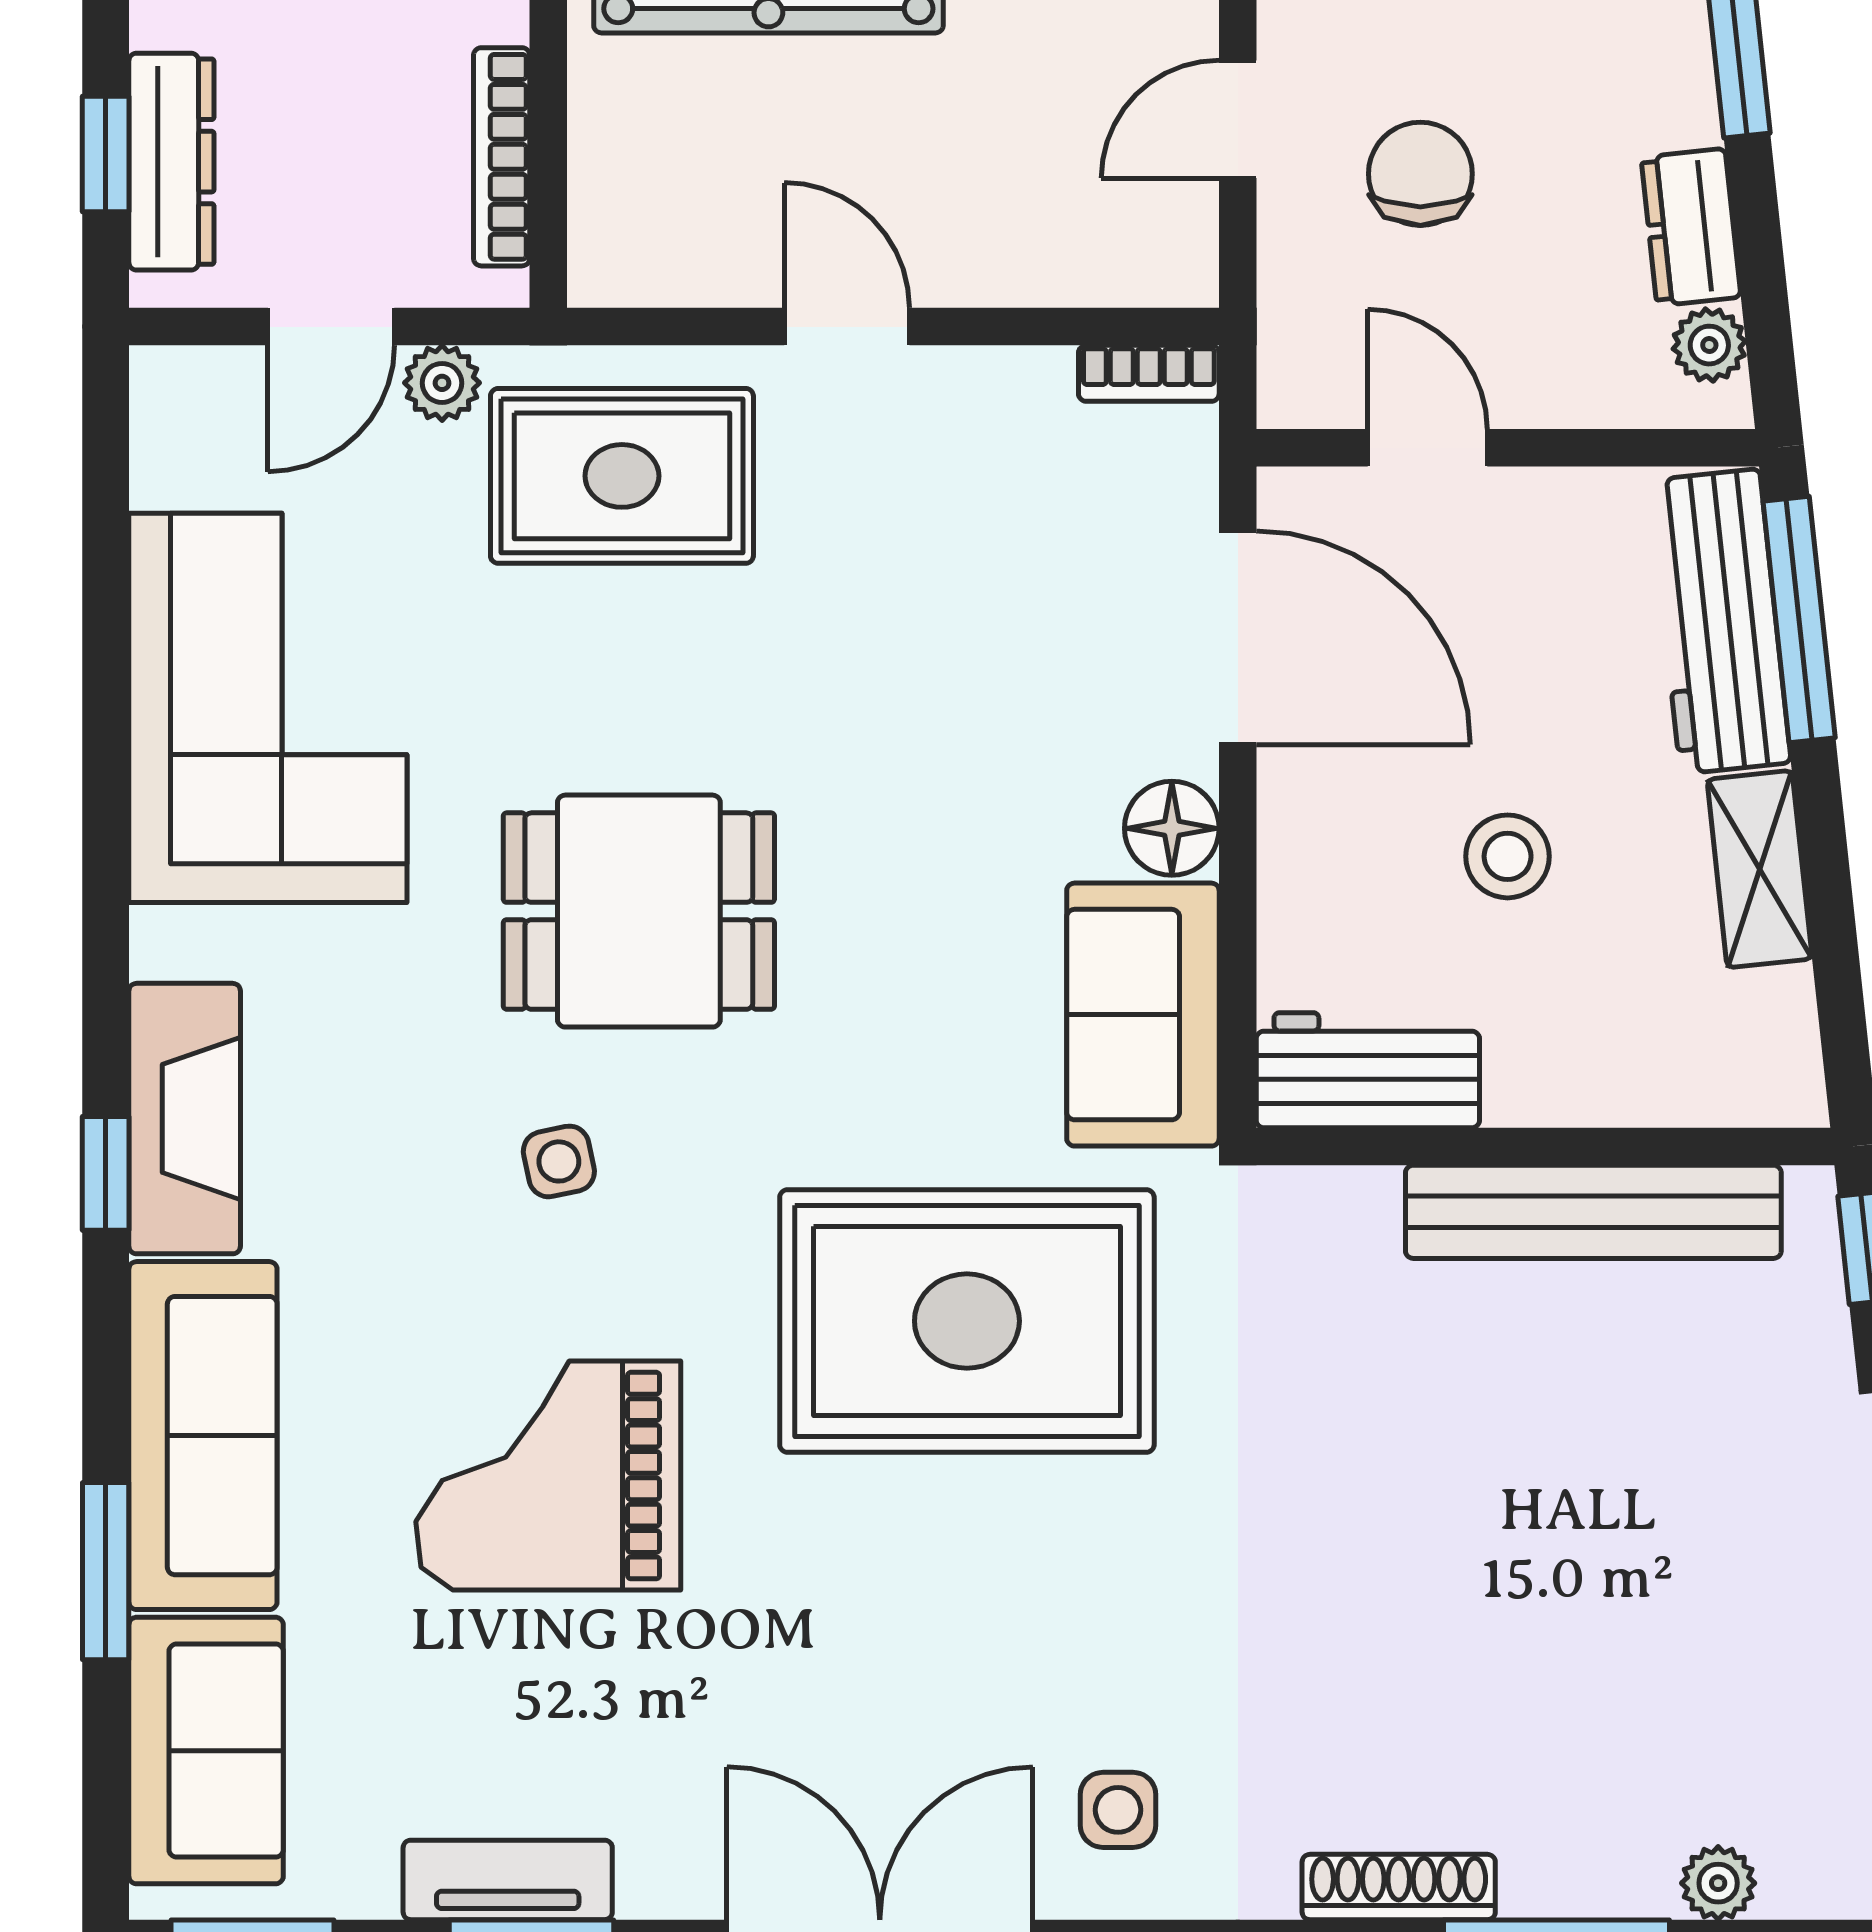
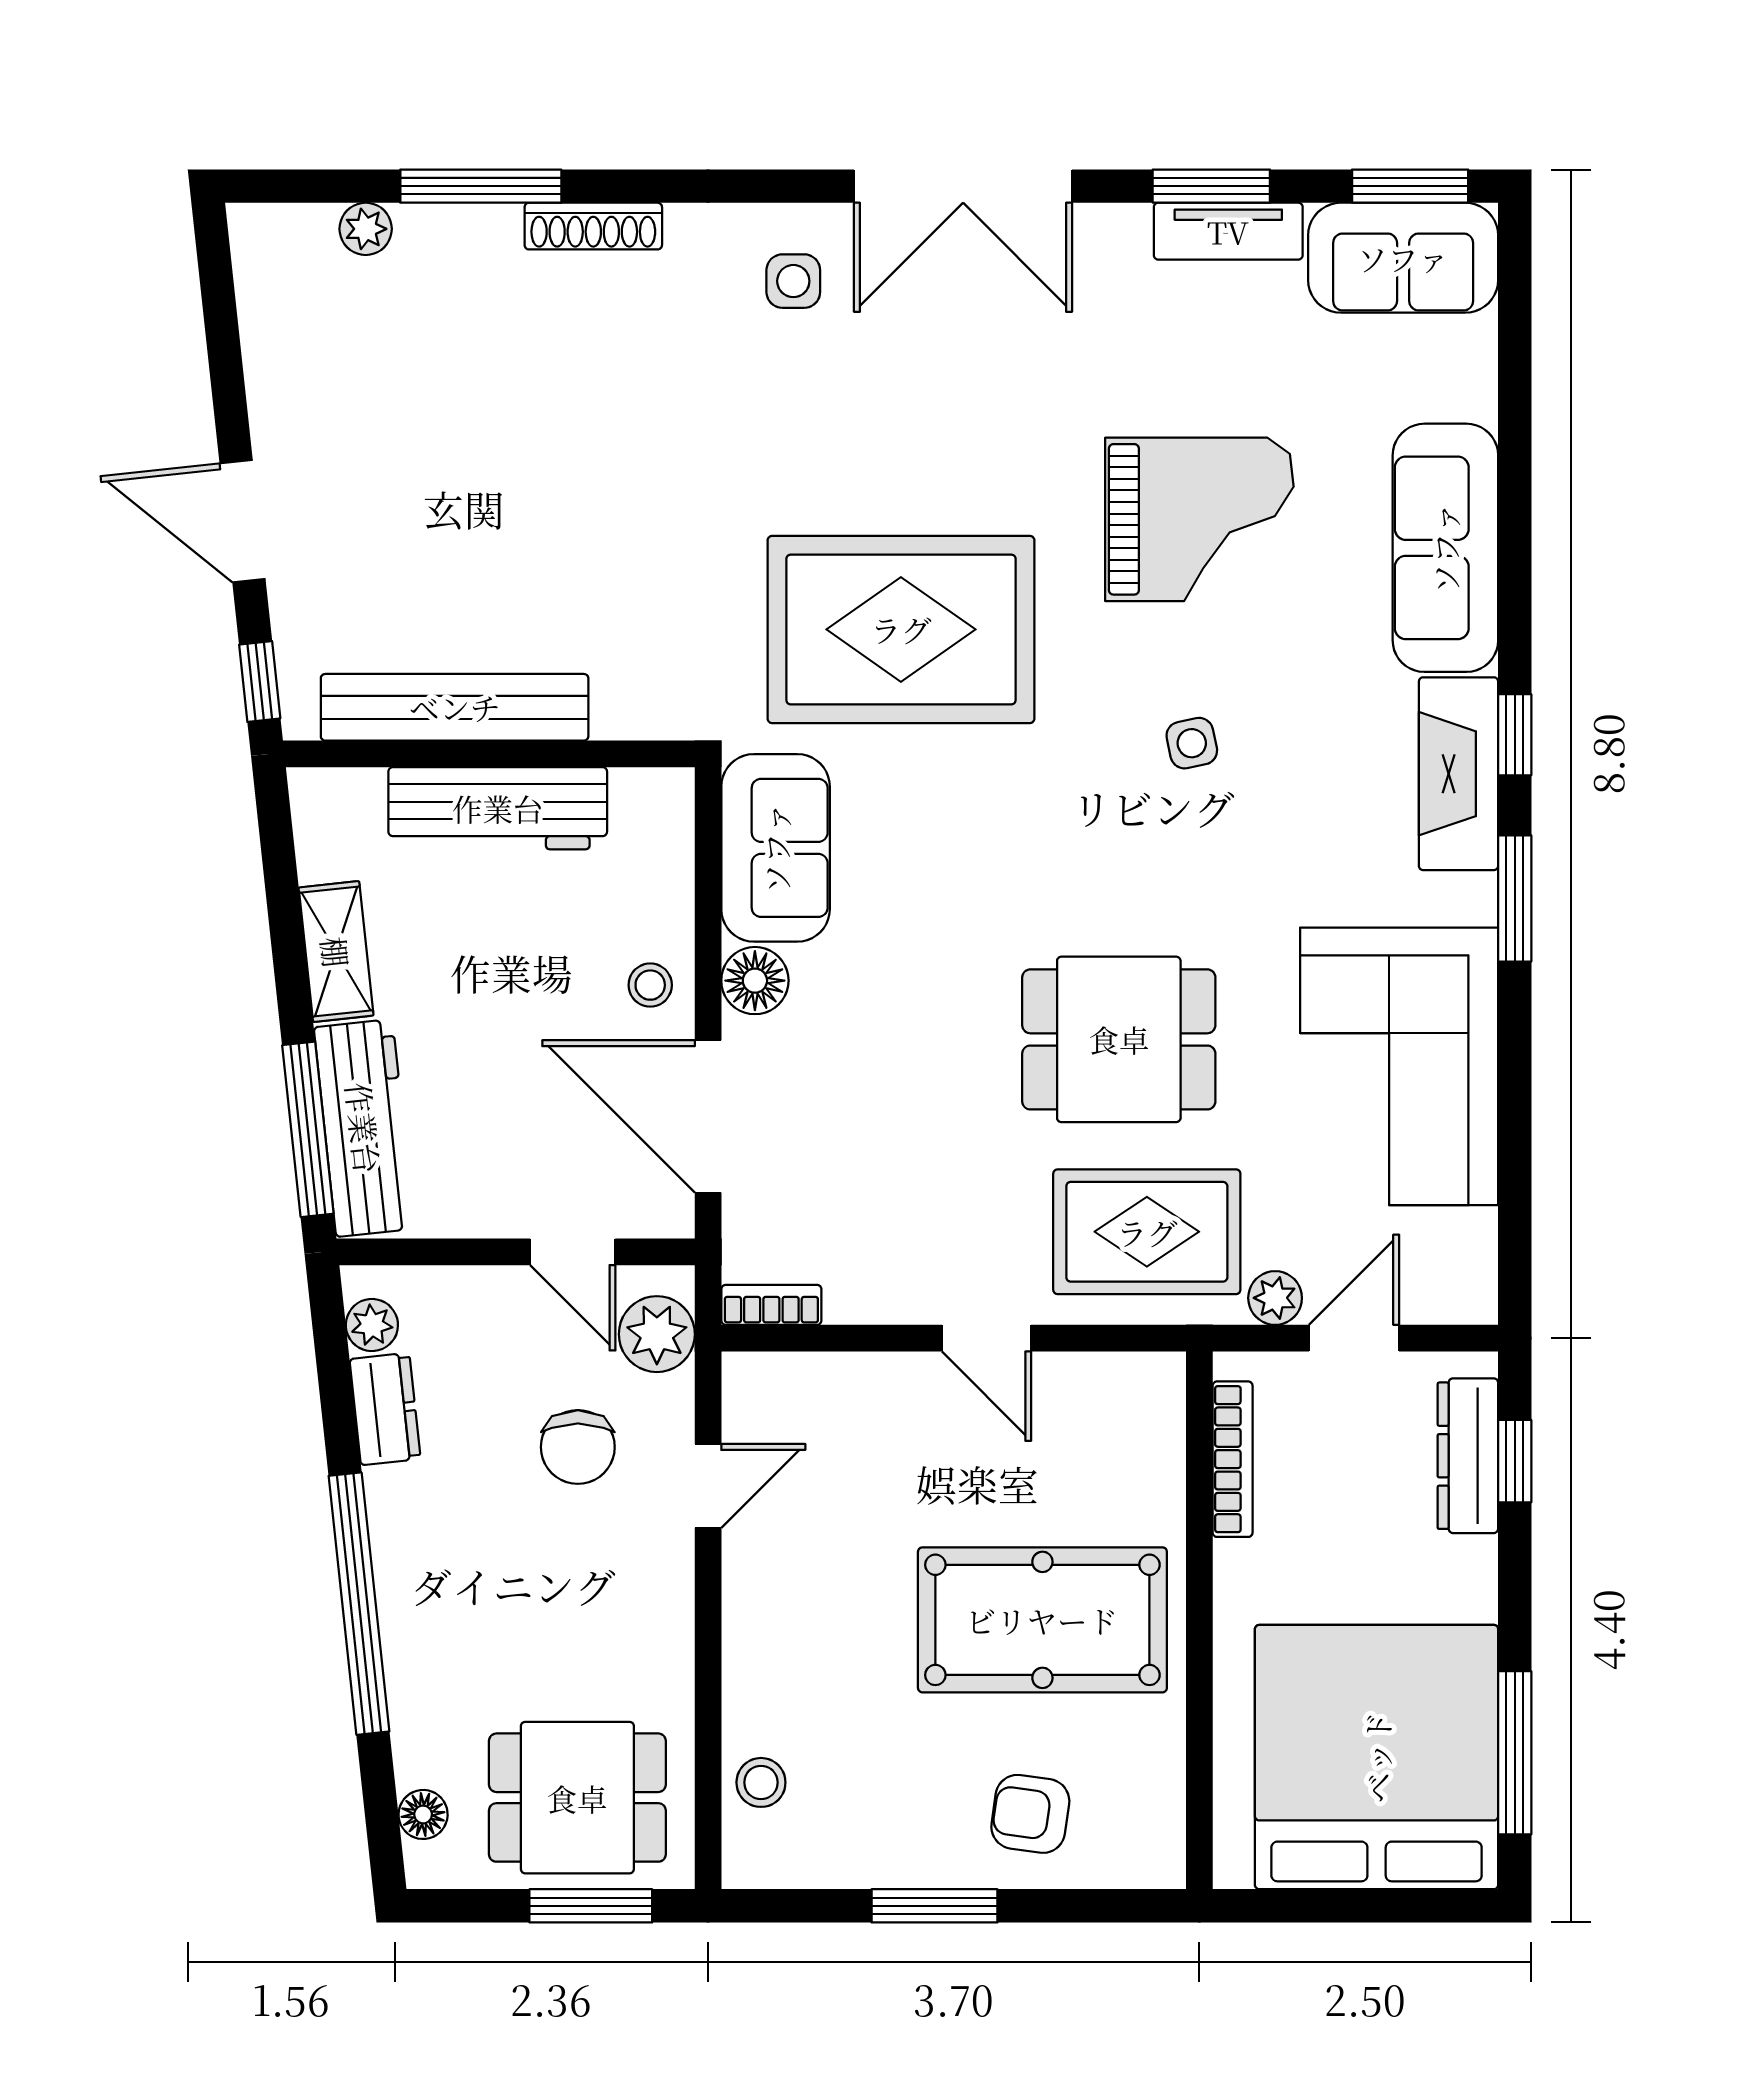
plant: (1310, 332) -> (657, 1334), added
stool: (1508, 856) -> (650, 985), moved, width x0.73, depth x0.73
dining table: (639, 911) -> (1119, 1039), moved
workbench: (1368, 1070) -> (498, 808), moved, width x1.37
window: (106, 1571) -> (1515, 898), moved
sofa: (206, 1751) -> (1403, 258), moved, turned -90

